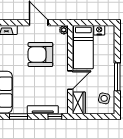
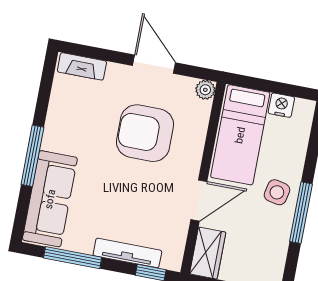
side table: (104, 98) -> (277, 192), moved
window: (19, 117) -> (73, 258), width x1.44

